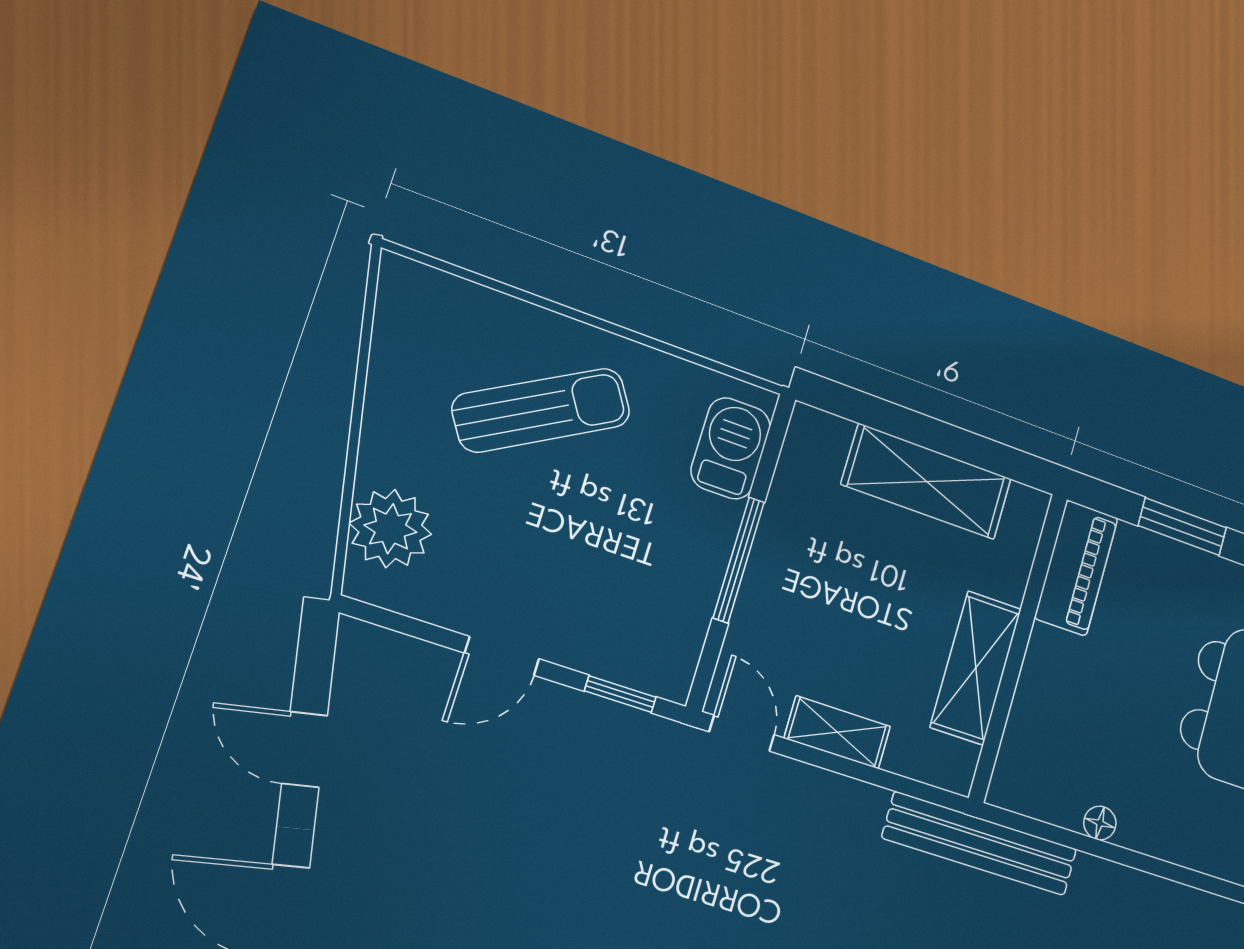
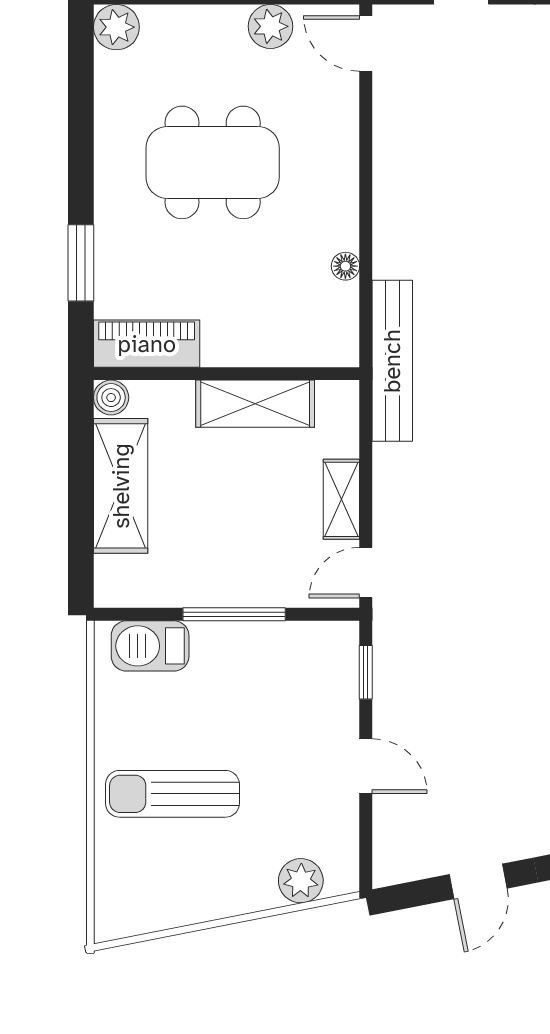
sun lounger: (542, 410) -> (172, 794), turned -59
boiler: (1028, 507) -> (111, 398), added
plant: (390, 529) -> (301, 881), width x0.73, depth x0.73

